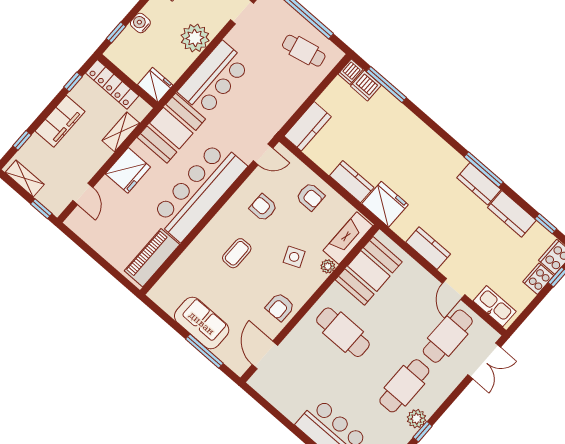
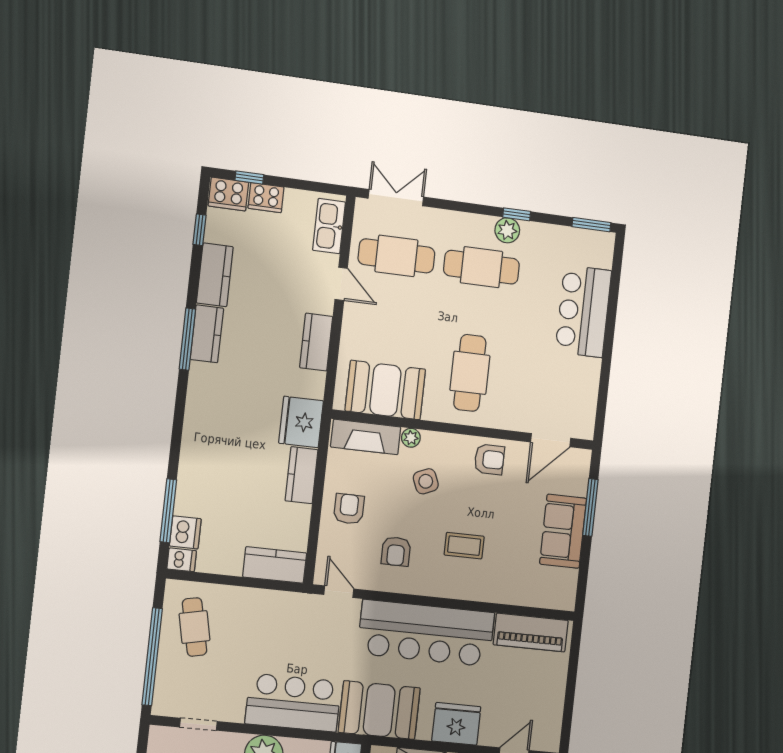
door: (454, 289) -> (341, 284), hinge flipped

